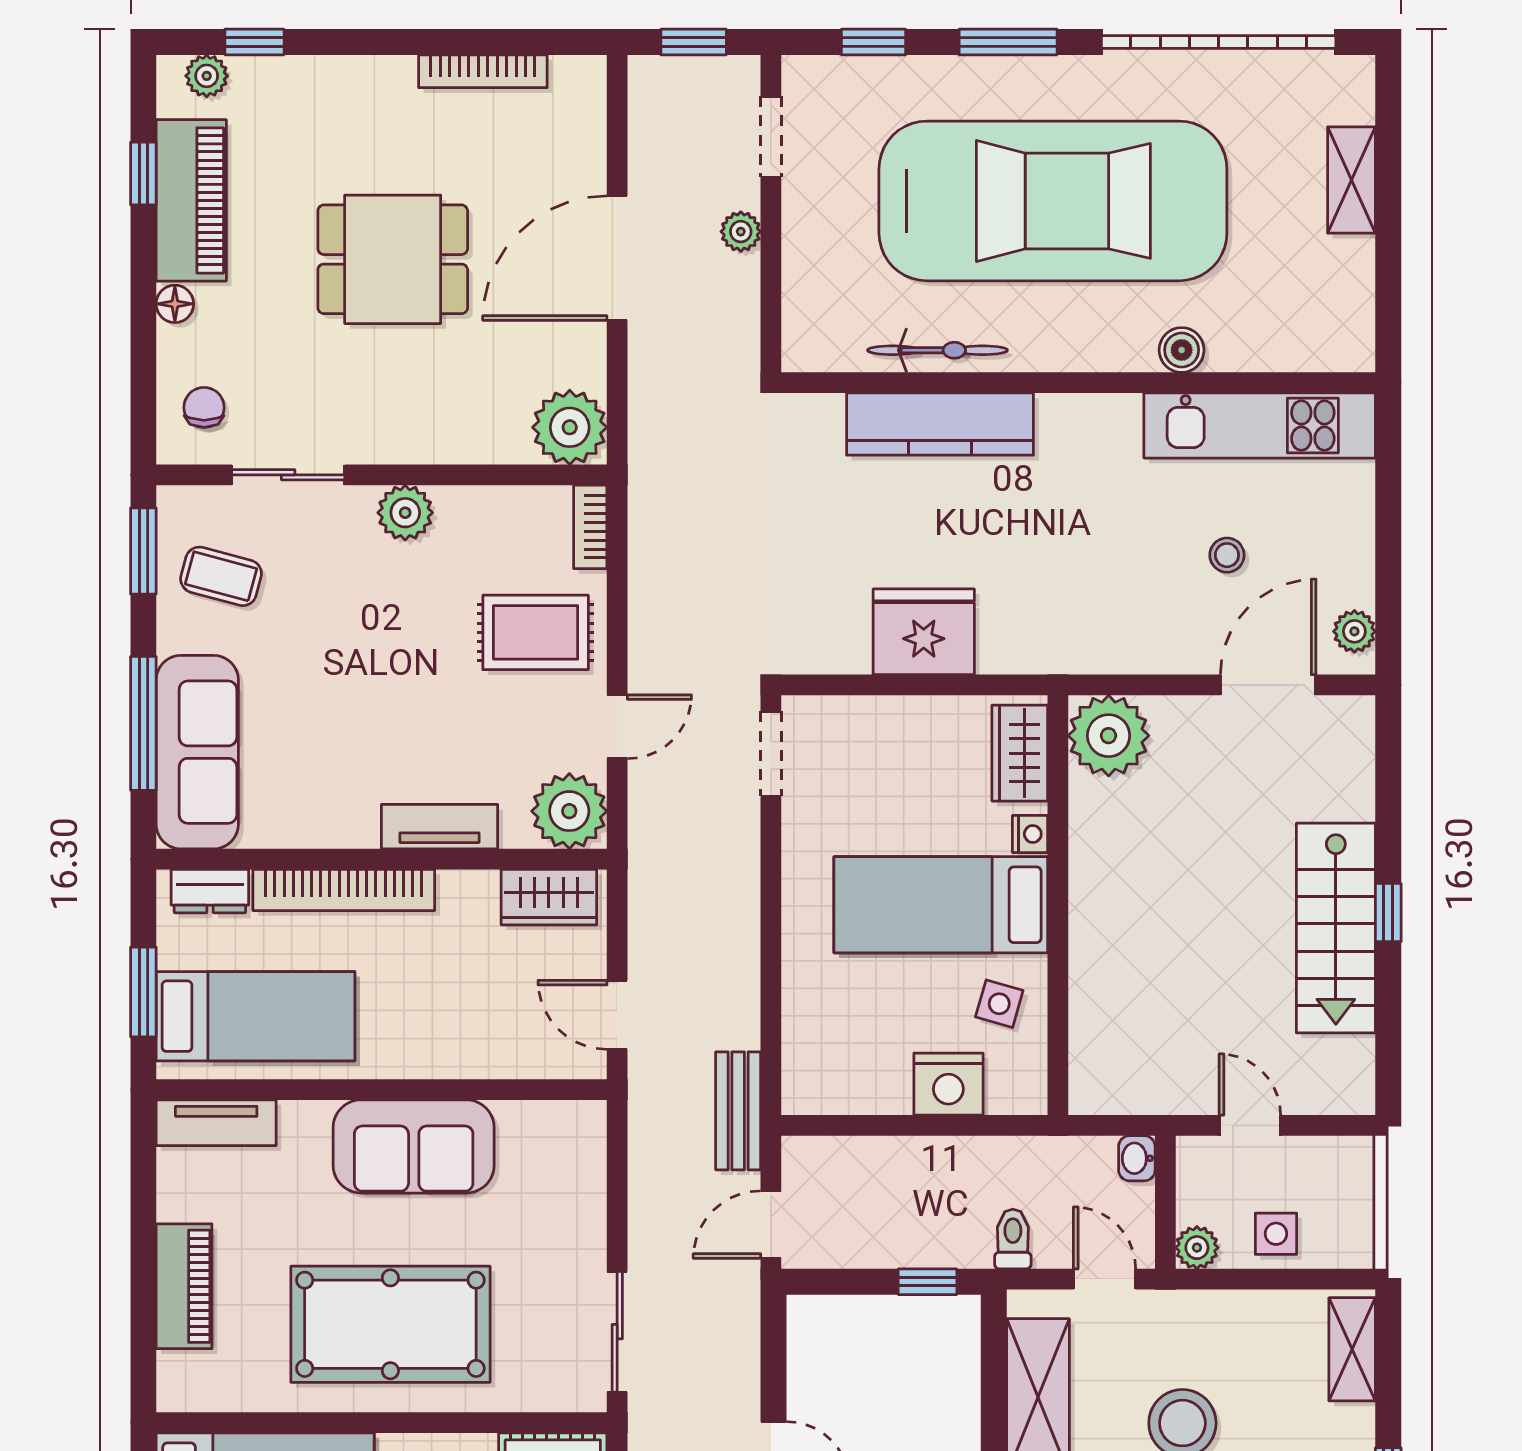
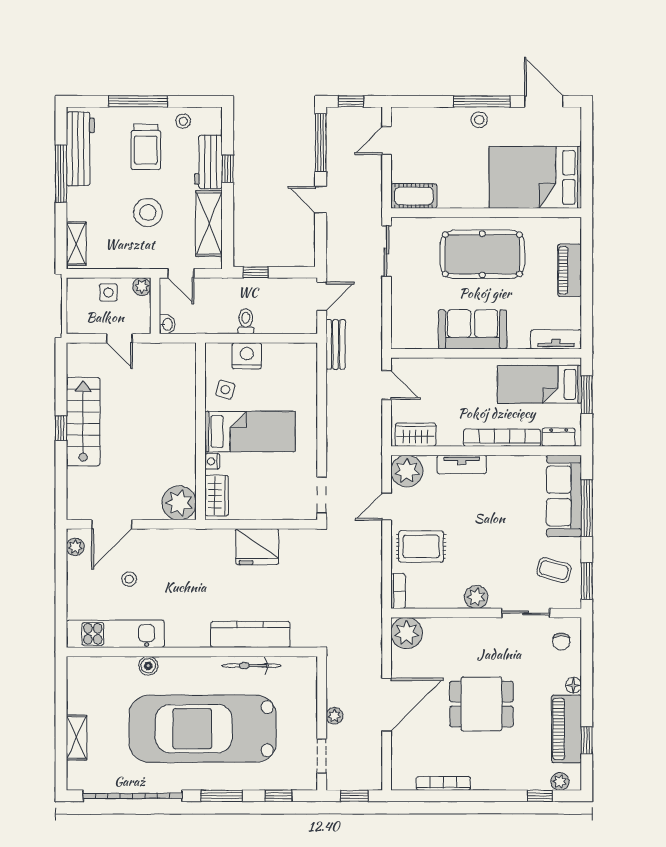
toilet: (1013, 1239) -> (246, 321), moved, turned 180

